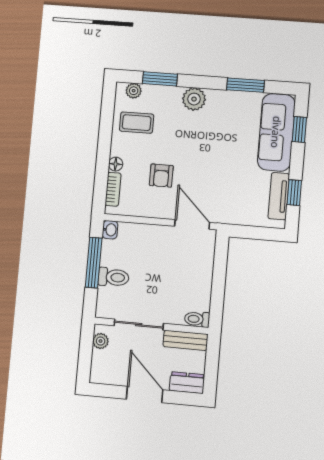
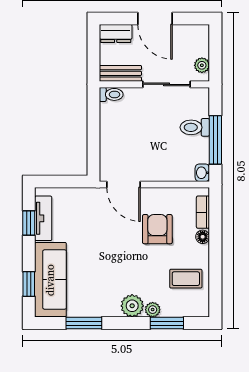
plant: (134, 91) -> (153, 310), moved
armchair: (161, 176) -> (157, 229), width x1.38, depth x1.38

